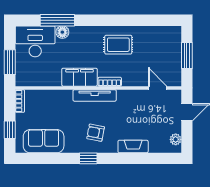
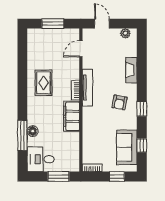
desk: (35, 41) -> (41, 159), width x0.73
tv unit: (95, 95) -> (87, 88), moved
window: (46, 158) -> (142, 145), added

